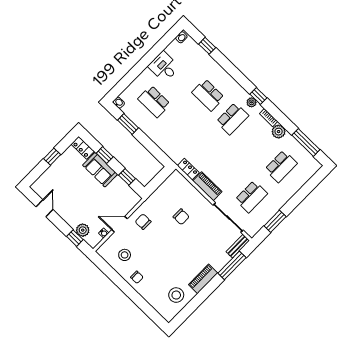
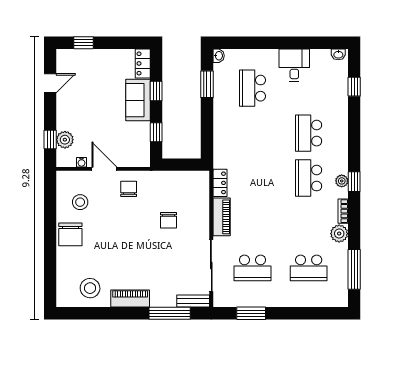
school desk: (232, 119) -> (309, 178), turned 90
window: (52, 157) -> (84, 43), moved
chair: (137, 277) -> (70, 234), width x1.87, depth x1.87

